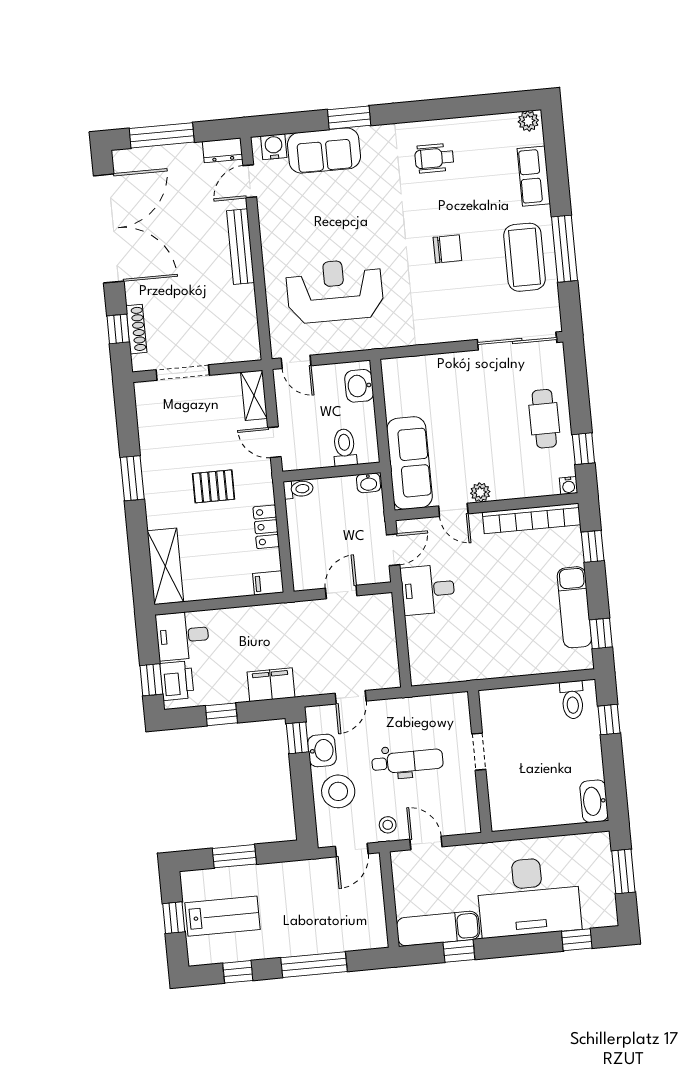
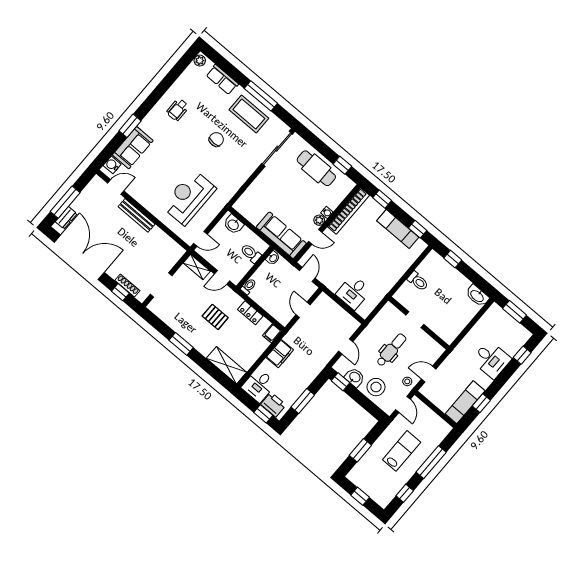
dresser: (222, 150) -> (66, 218), moved
door: (250, 181) -> (116, 187), swing flipped
cafe table: (544, 419) -> (316, 168), width x1.37, depth x1.35
pallet: (213, 486) -> (215, 317), turned 90
water cooler: (569, 486) -> (327, 212), moved
desk: (428, 590) -> (353, 292), moved
filing cabinet: (271, 685) -> (280, 354), moved, turned 180
toilet: (572, 700) -> (418, 281), moved
window: (221, 714) -> (303, 401), width x1.50
desk: (529, 897) -> (491, 359), width x0.53, depth x0.77
lab bench: (223, 916) -> (402, 451), moved

